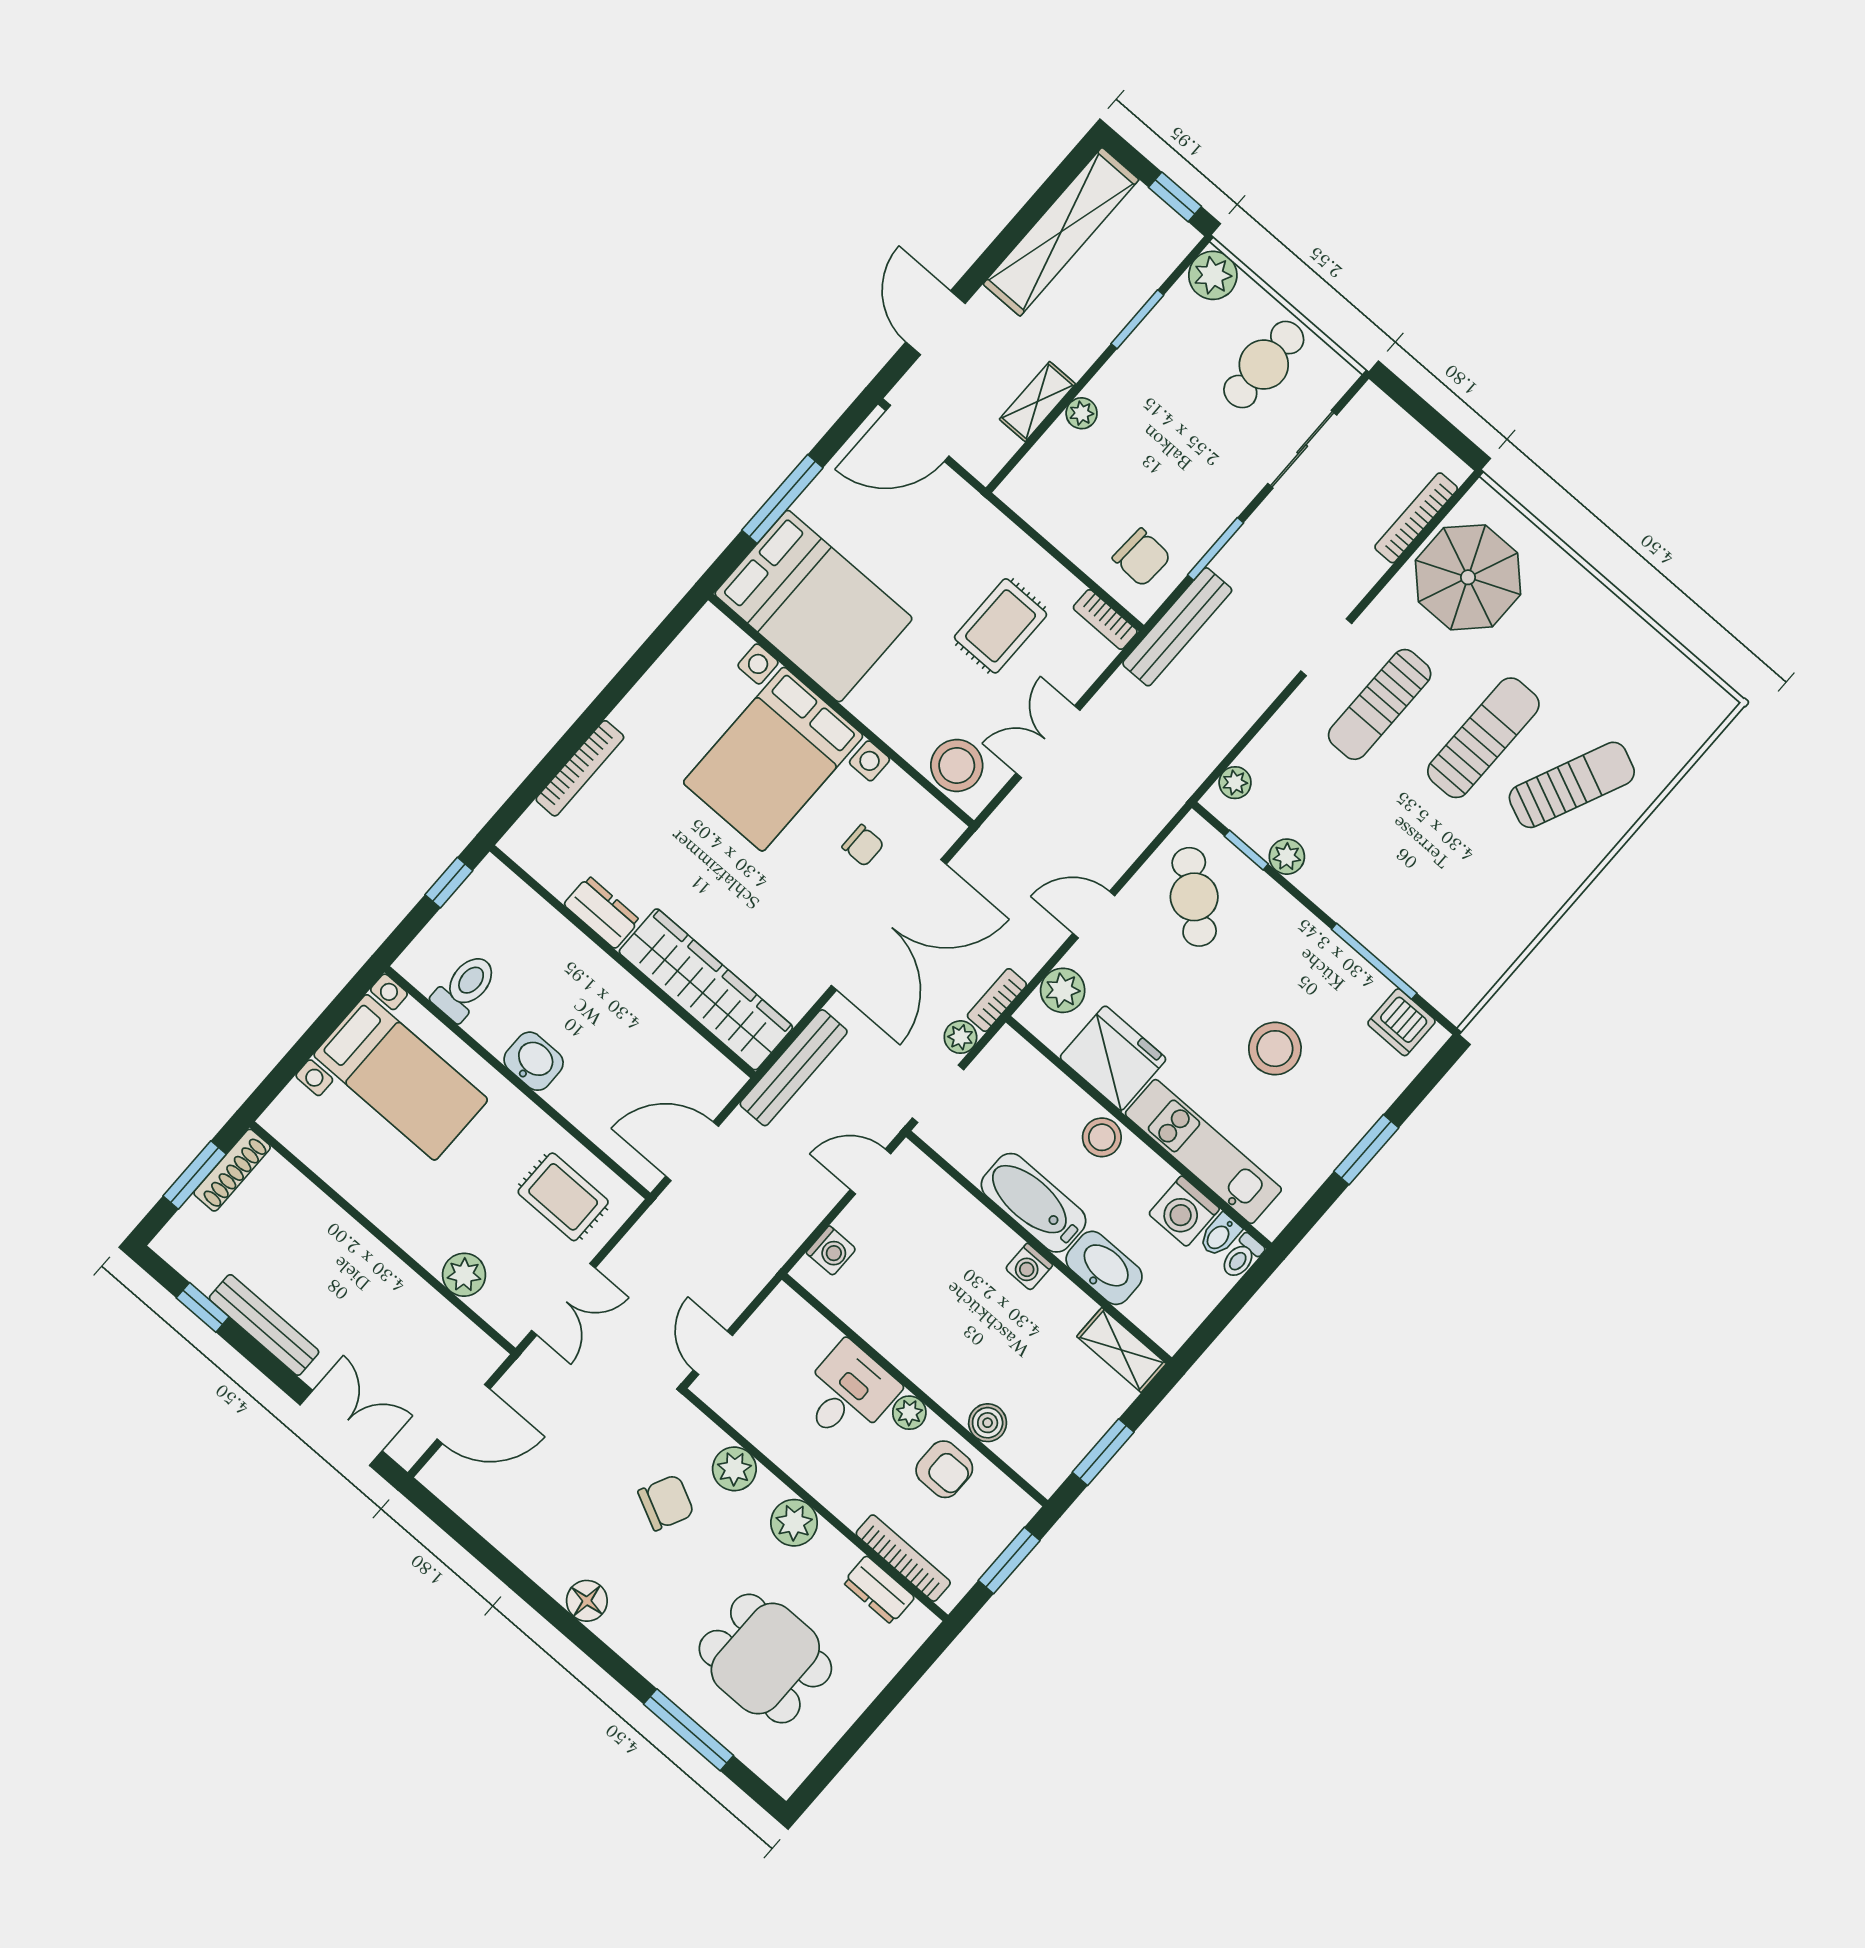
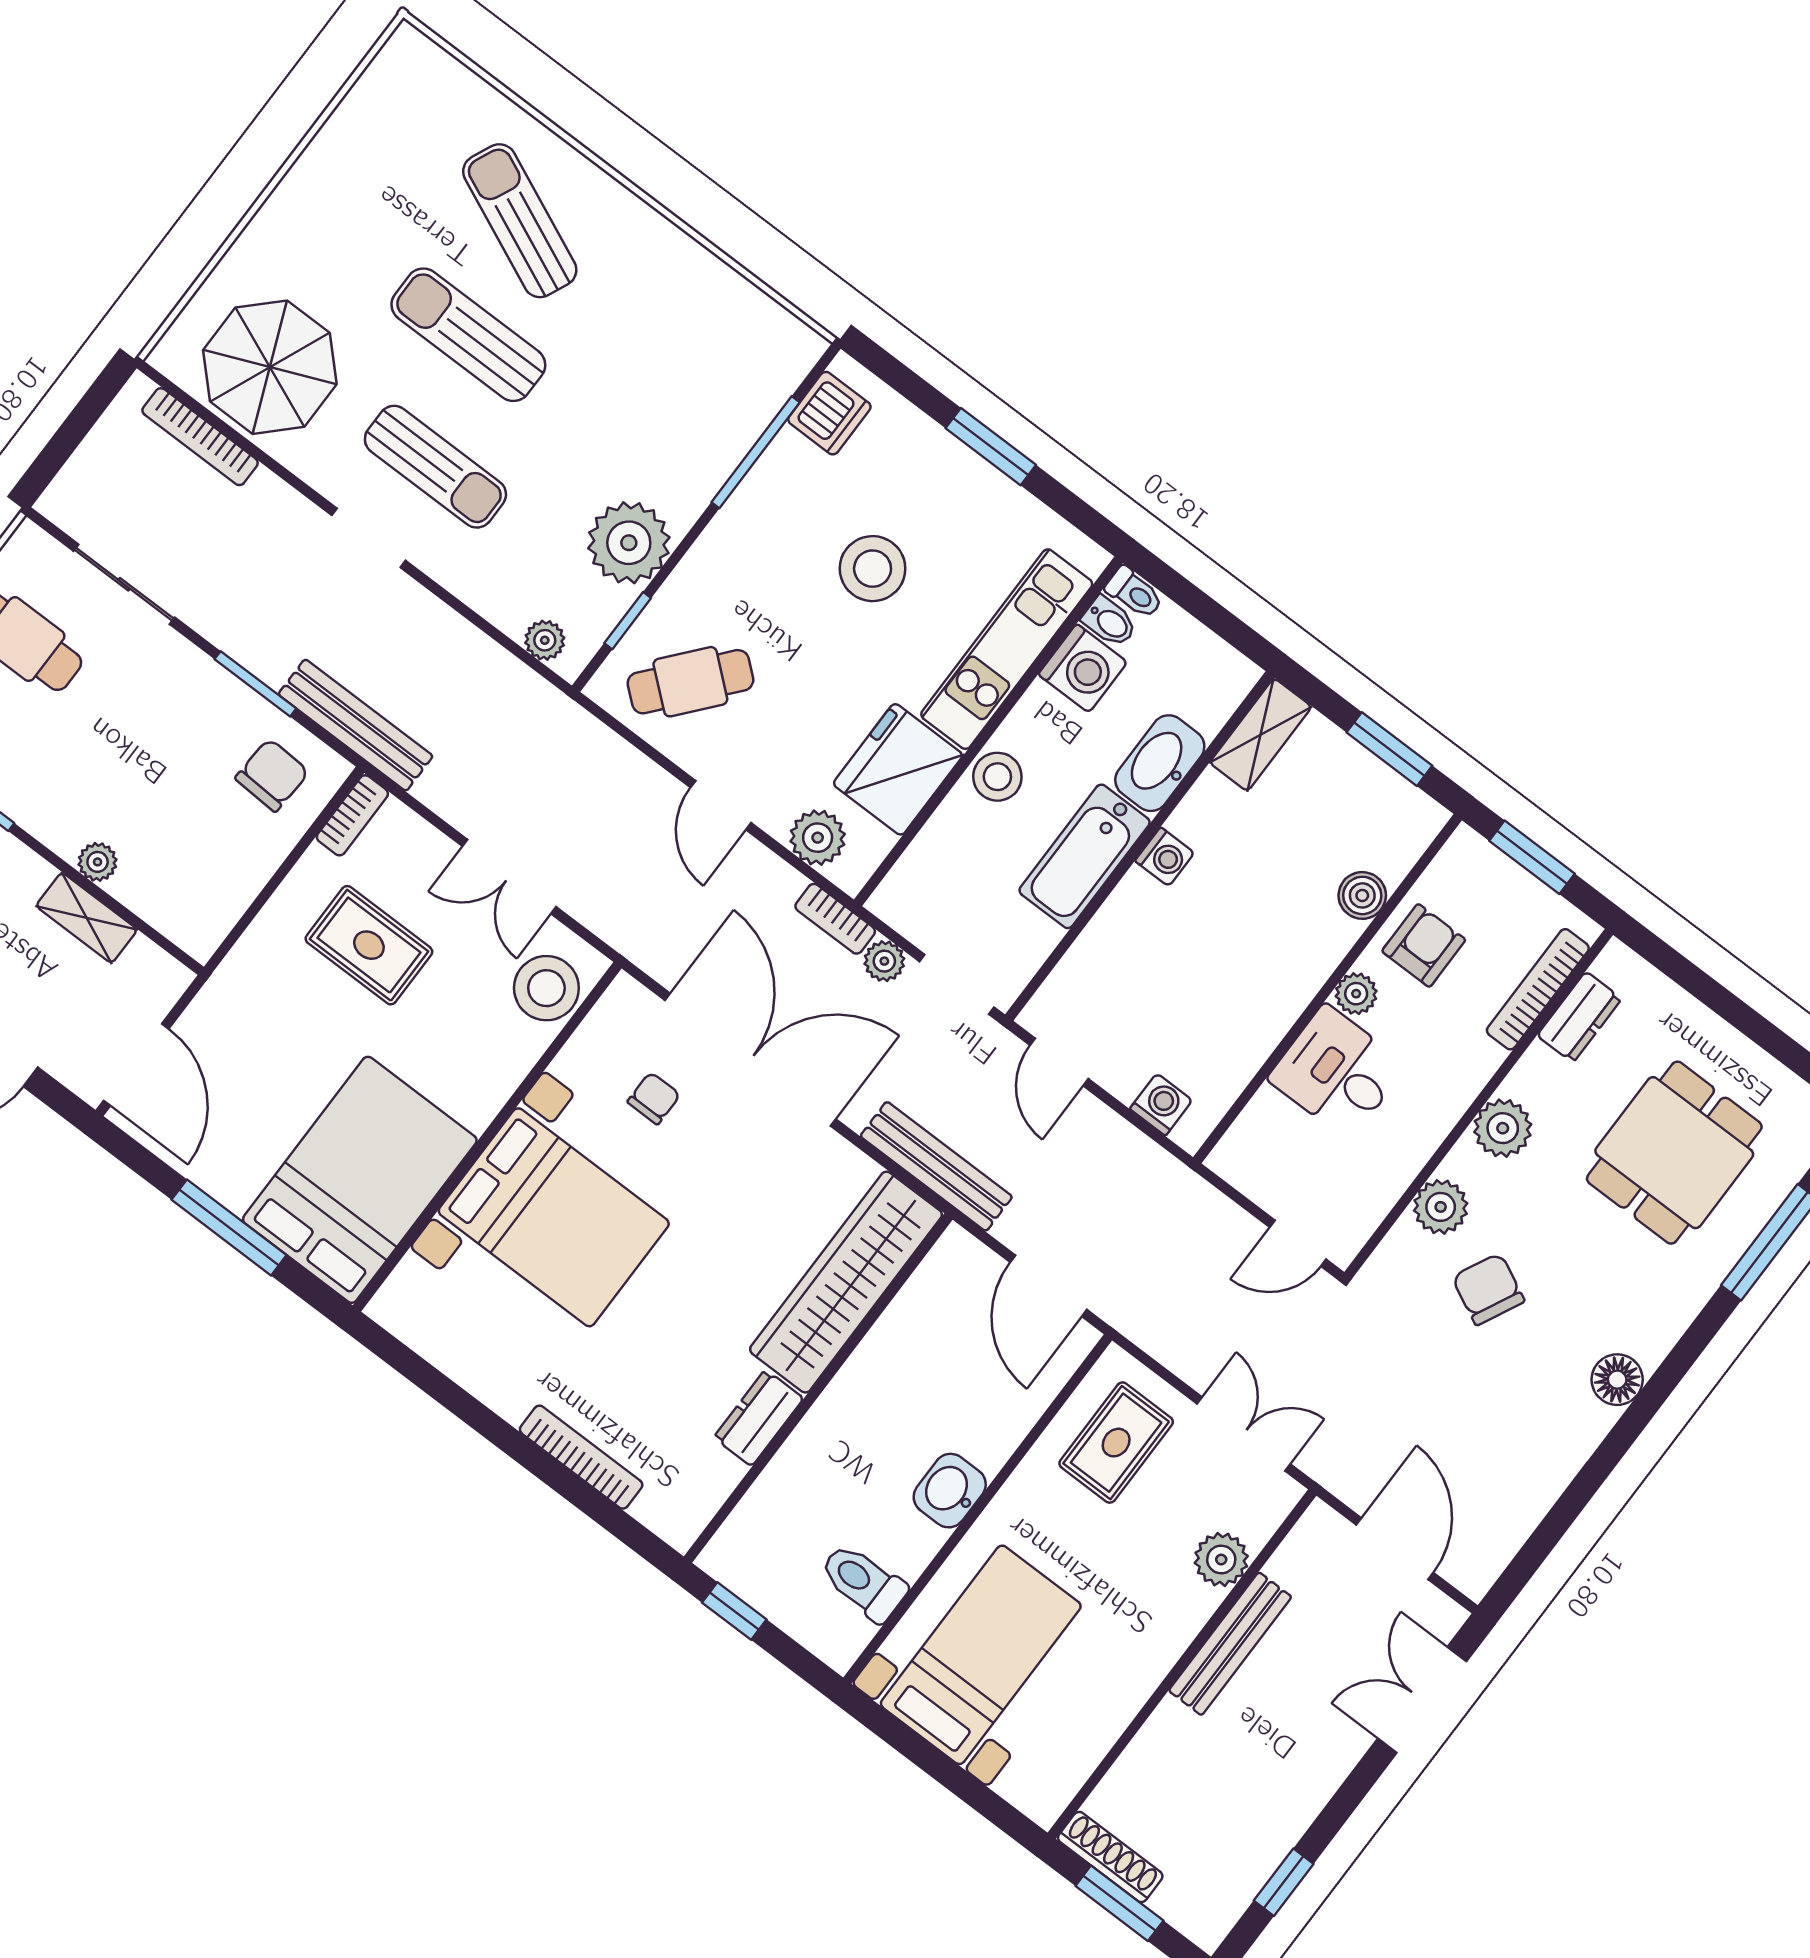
plant: (1287, 857) -> (629, 543), width x1.87, depth x1.87
bench: (264, 1325) -> (1230, 1644), moved

